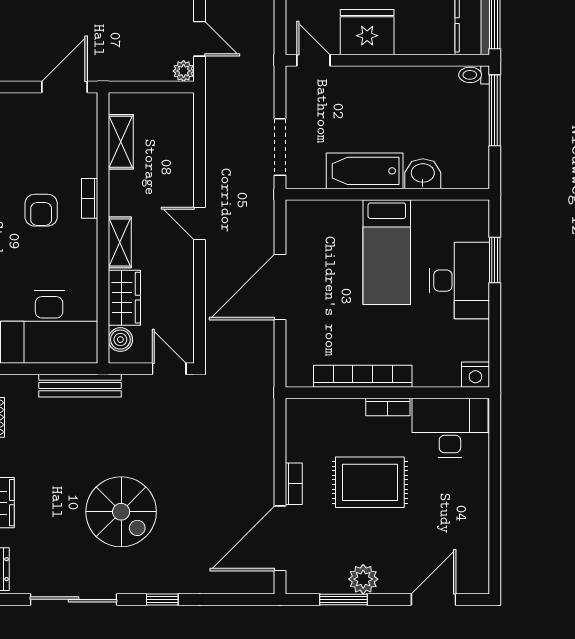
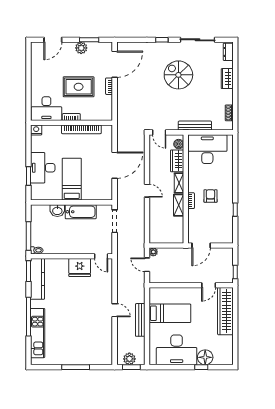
shelving: (121, 142) -> (179, 205), moved

